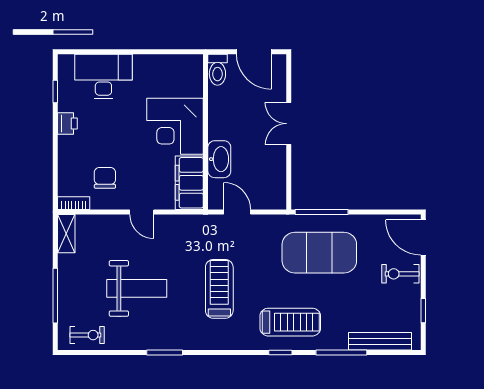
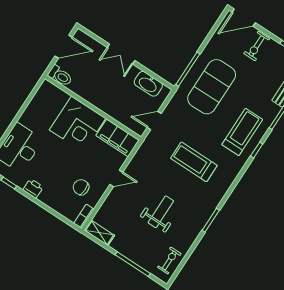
washbasin: (219, 159) -> (148, 84), moved, turned 180
weight bench: (137, 288) -> (161, 212), width x0.73, depth x0.75

